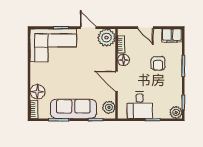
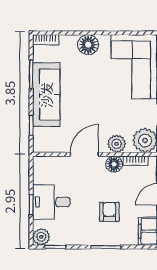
armchair: (158, 63) -> (109, 212), turned 90
floor lamp: (37, 92) -> (88, 45), moved
desk: (140, 105) -> (51, 202), moved
plant: (109, 107) -> (117, 144), moved

